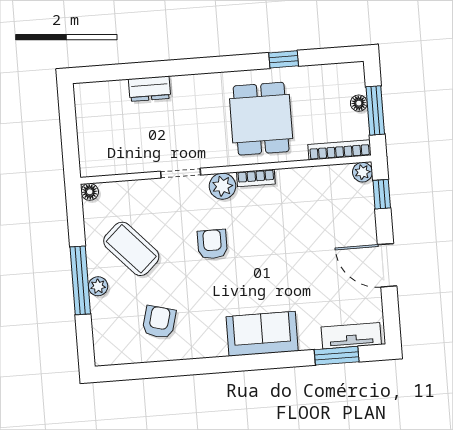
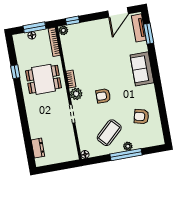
dresser: (149, 89) -> (38, 148), moved
door: (387, 265) -> (118, 12), moved

